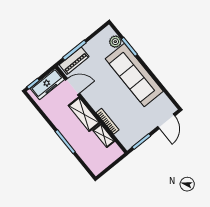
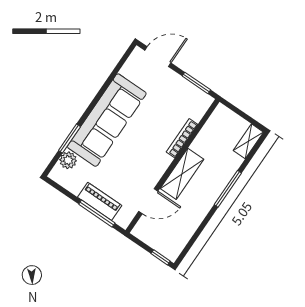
piano: (74, 61) -> (100, 201), moved
freezer: (47, 84) -> (155, 237), removed
door: (73, 87) -> (148, 201), swing flipped
shelving: (104, 136) -> (248, 141), moved

